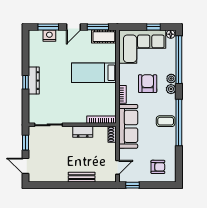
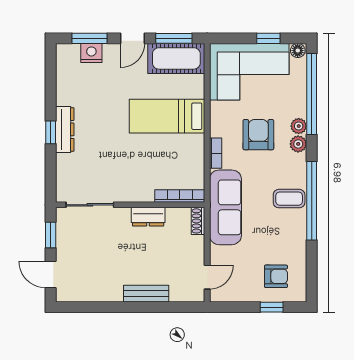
cot: (104, 37) -> (176, 58), width x1.37, depth x1.34
window: (133, 185) -> (272, 307), moved

